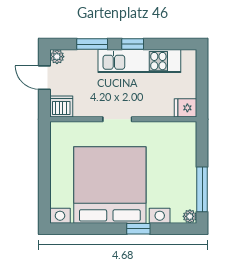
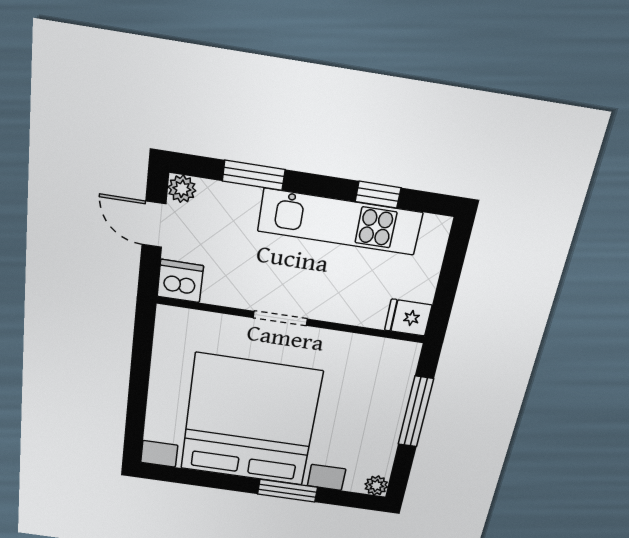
window: (133, 44) -> (378, 195), moved
window: (202, 189) -> (416, 412), moved
window: (138, 229) -> (288, 491), width x1.50

